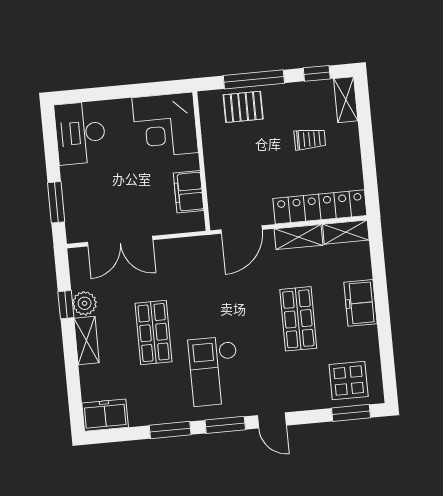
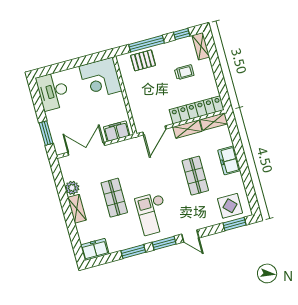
filing cabinet: (189, 192) -> (117, 131), moved, turned 90
double door: (120, 241) -> (86, 149), swing flipped
window: (66, 305) -> (62, 190), removed

